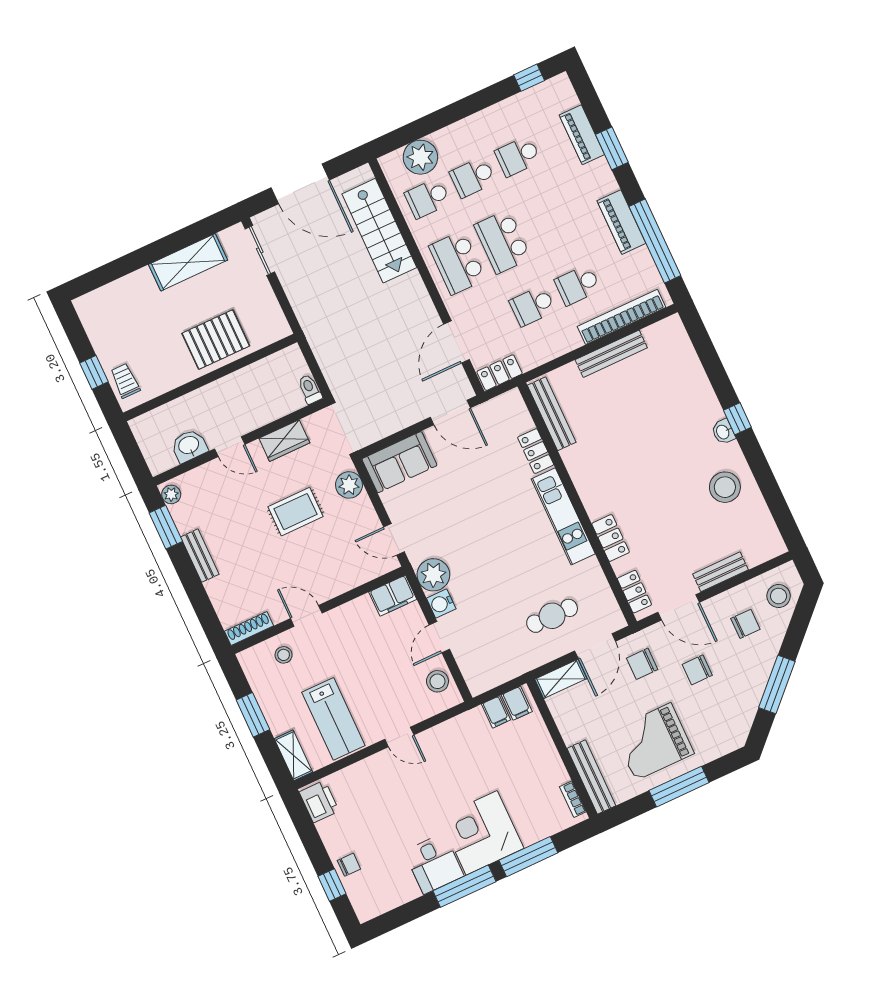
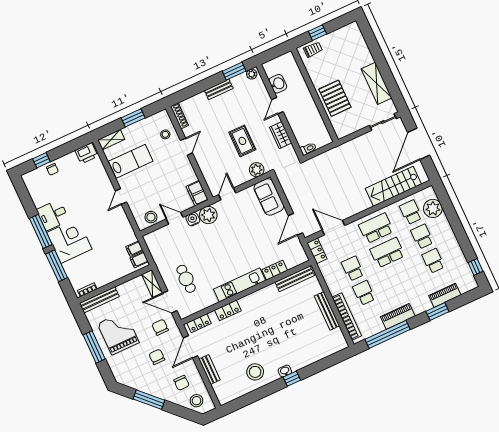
lab bench: (333, 719) -> (131, 161), turned 180

